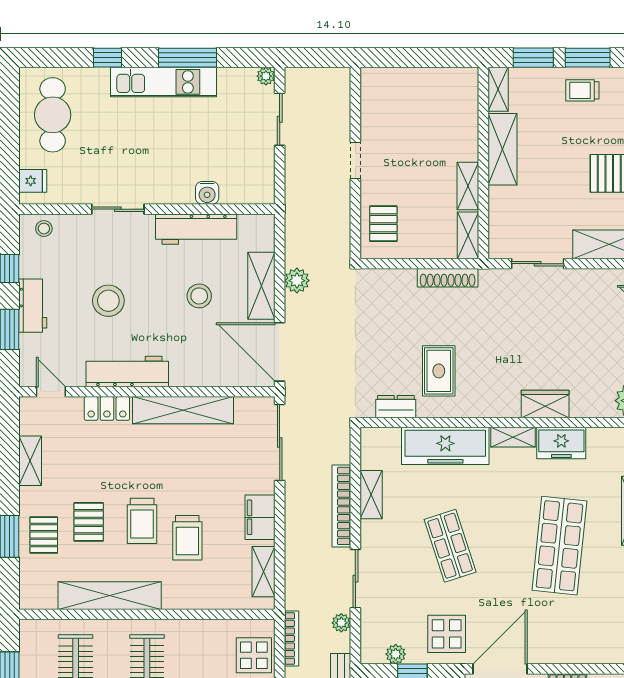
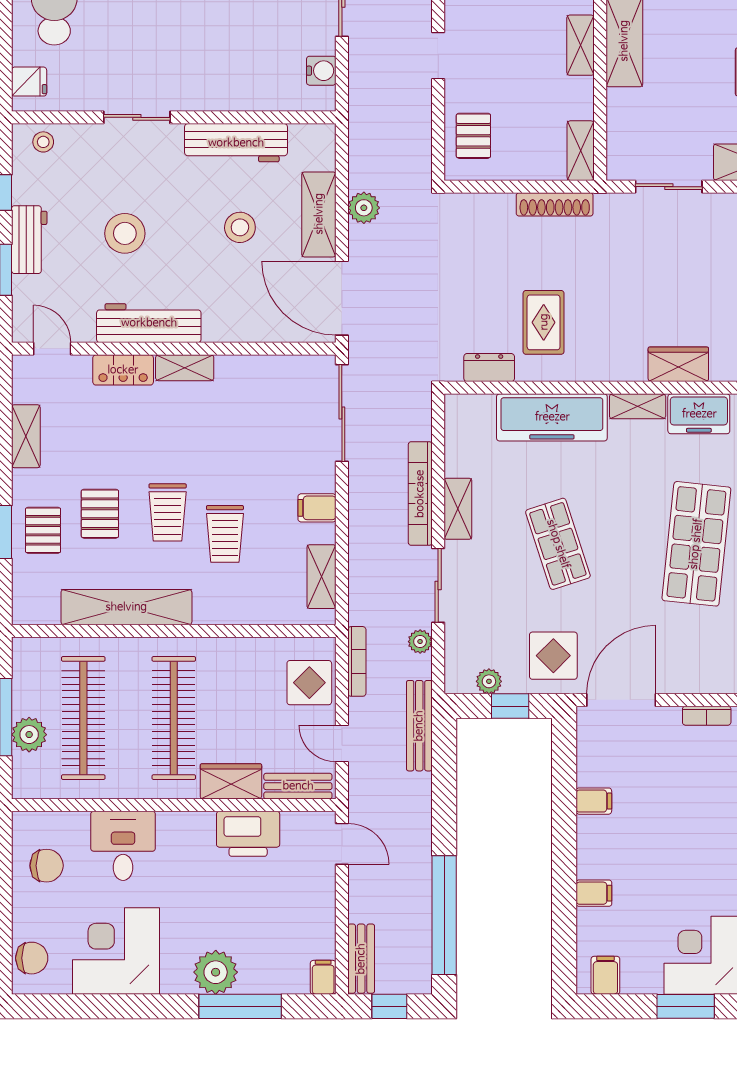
shelving: (468, 186) -> (581, 45), moved
water cooler: (207, 193) -> (321, 71), moved, turned -90
shelving: (183, 410) -> (185, 368), width x0.45, depth x0.75
shelving: (371, 495) -> (458, 509), moved
filing cabinet: (260, 517) -> (317, 508), width x0.50

